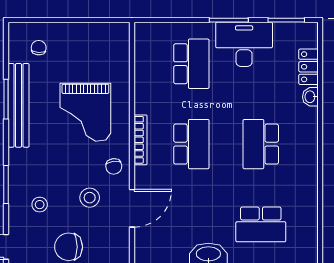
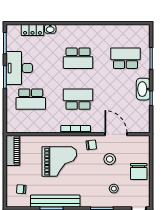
piano: (104, 34) -> (13, 150), added
school desk: (191, 64) -> (31, 99), turned 180
school desk: (261, 224) -> (125, 58), turned -90

